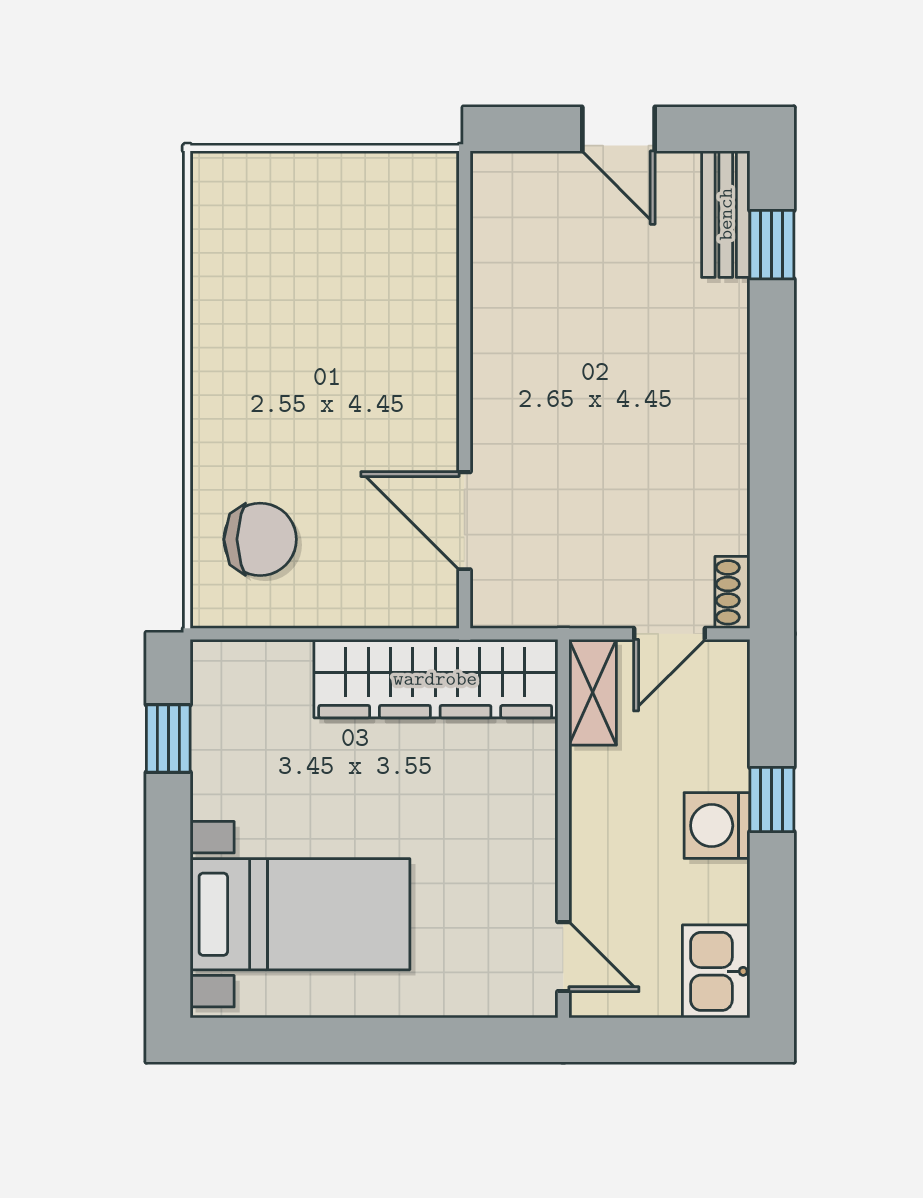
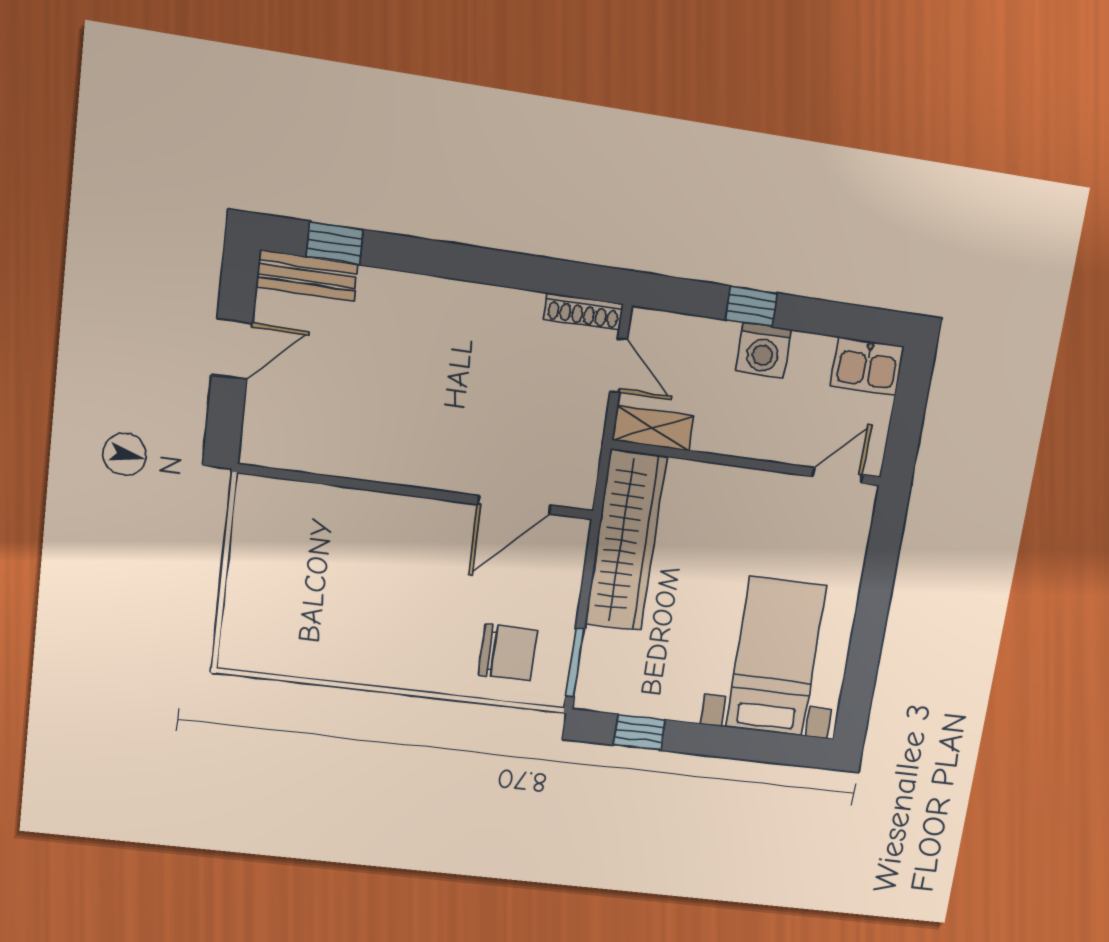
chair: (260, 539) -> (508, 652), turned 90
shoe rack: (732, 592) -> (583, 312), width x1.43
window: (257, 634) -> (575, 663), added

